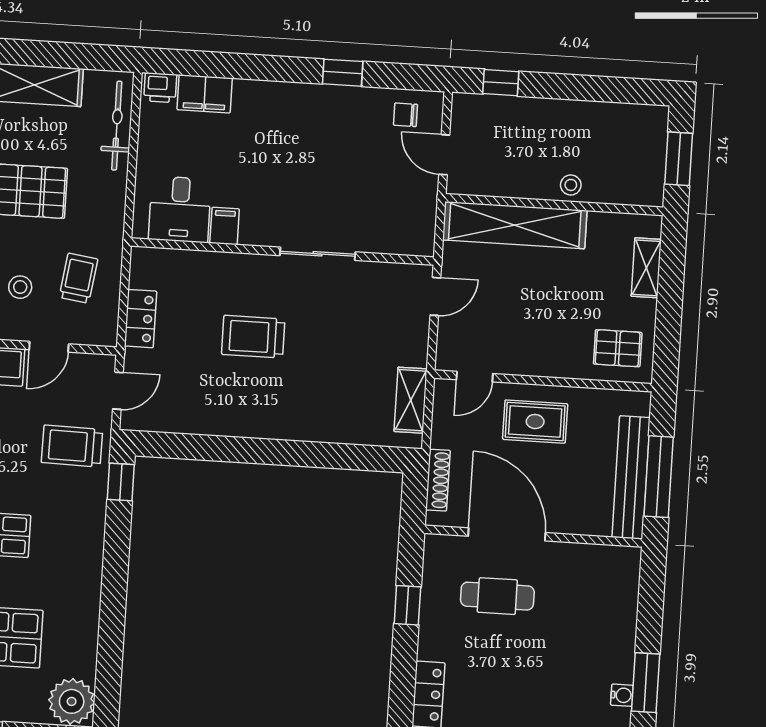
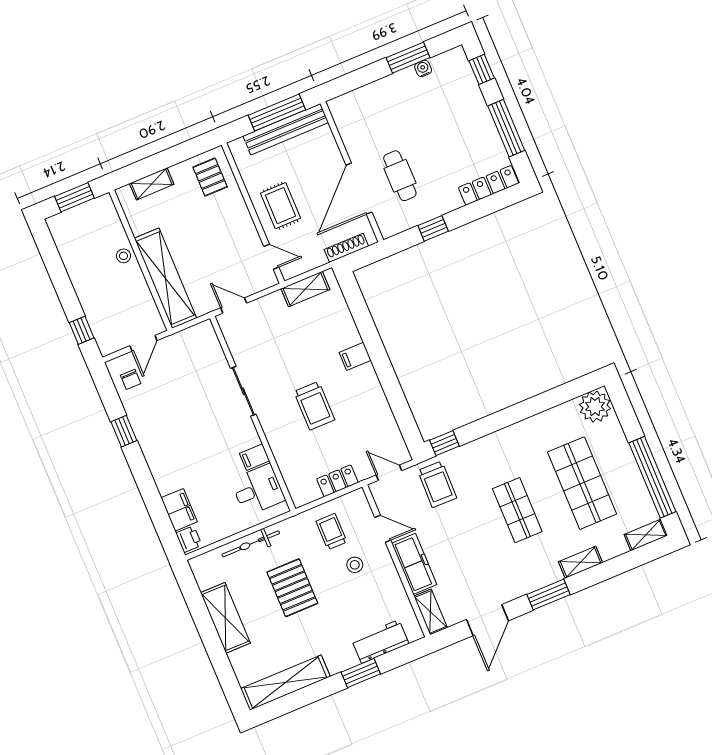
bicycle: (117, 126) -> (251, 544), moved
trolley: (78, 278) -> (331, 532), turned 82
filing cabinet: (291, 422) -> (355, 356), added

